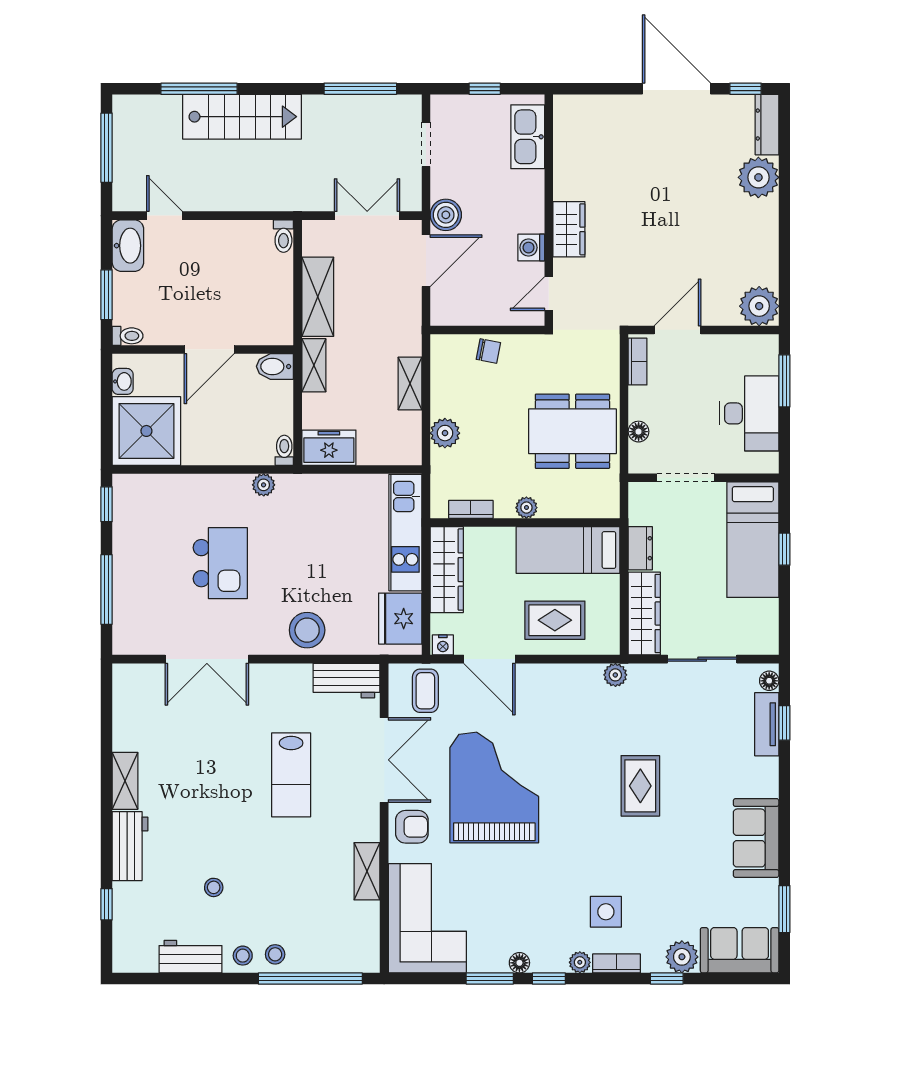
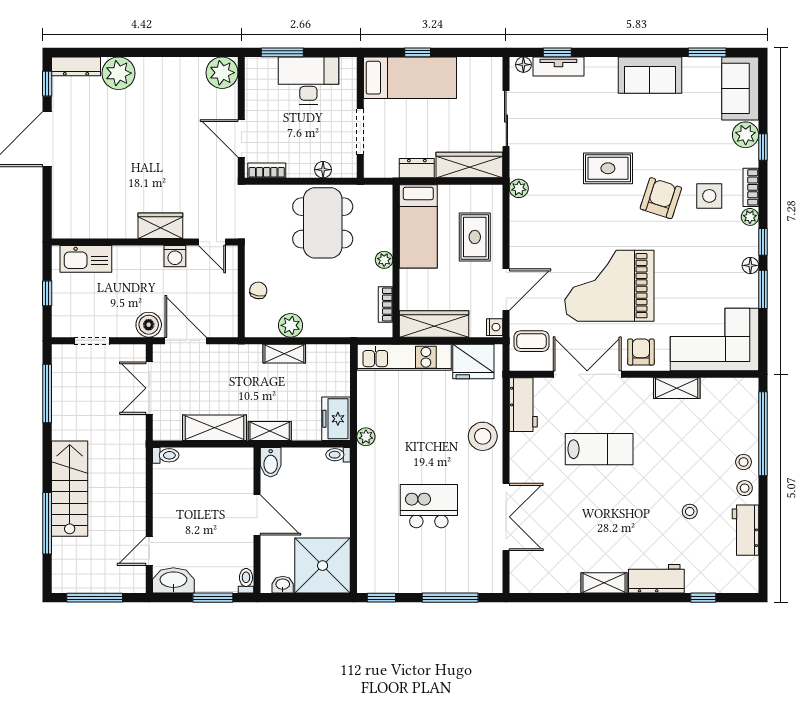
plant: (445, 433) -> (291, 325), moved
plant: (264, 485) -> (366, 437), moved
armchair: (603, 852) -> (661, 198), added

